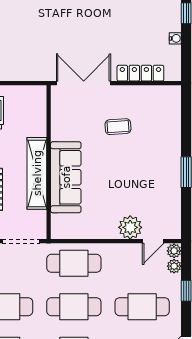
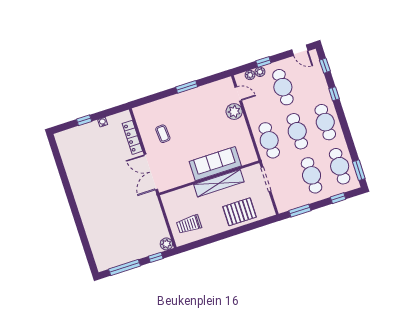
coffee table: (118, 127) -> (163, 134), moved
plant: (174, 251) -> (260, 72), moved

